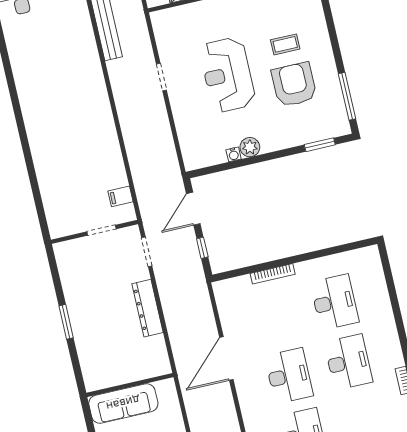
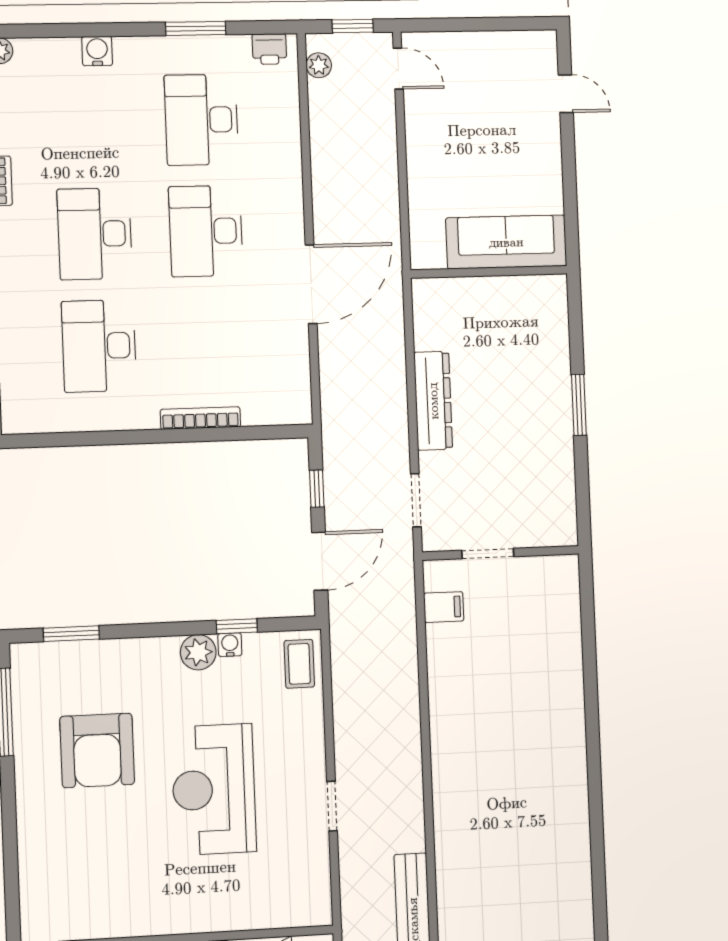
coffee table: (285, 44) -> (299, 664), moved, turned 90
reception desk: (227, 75) -> (214, 789), turned 180
window: (232, 165) -> (237, 626), added

